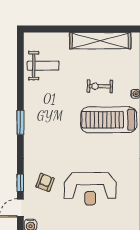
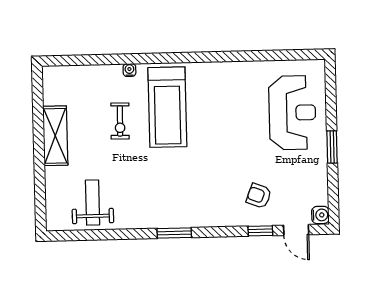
shelving: (100, 41) -> (55, 136), width x0.68
reception desk: (90, 189) -> (292, 113), moved

